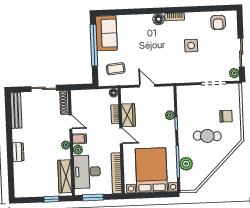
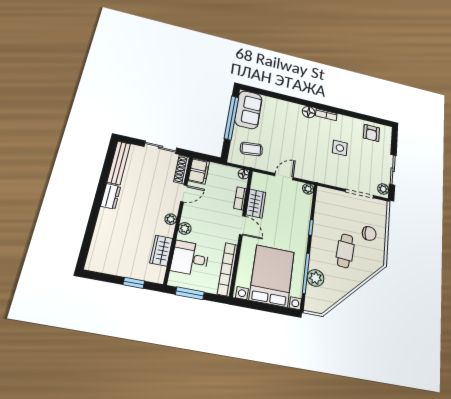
door: (147, 86) -> (284, 177), hinge flipped
plant: (170, 115) -> (308, 189), moved
door: (71, 122) -> (184, 193), hinge flipped
cafe table: (207, 136) -> (345, 251), turned 90
filing cabinet: (79, 139) -> (199, 171), moved, width x2.00
dresser: (18, 152) -> (111, 196), moved
desk: (87, 172) -> (190, 258), width x0.73
wardrobe: (65, 176) -> (161, 251), width x0.67

